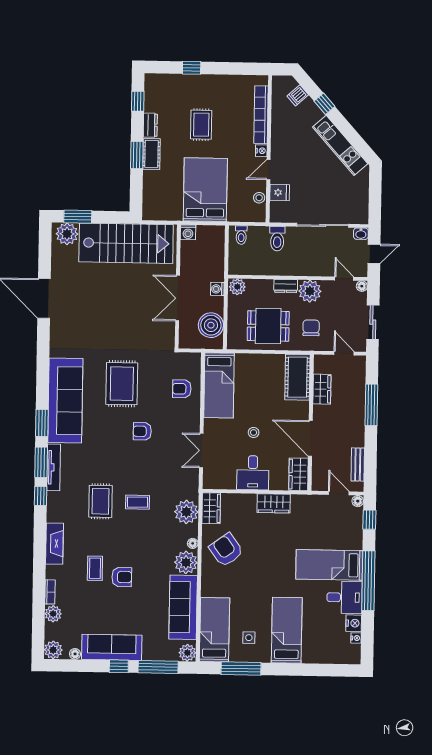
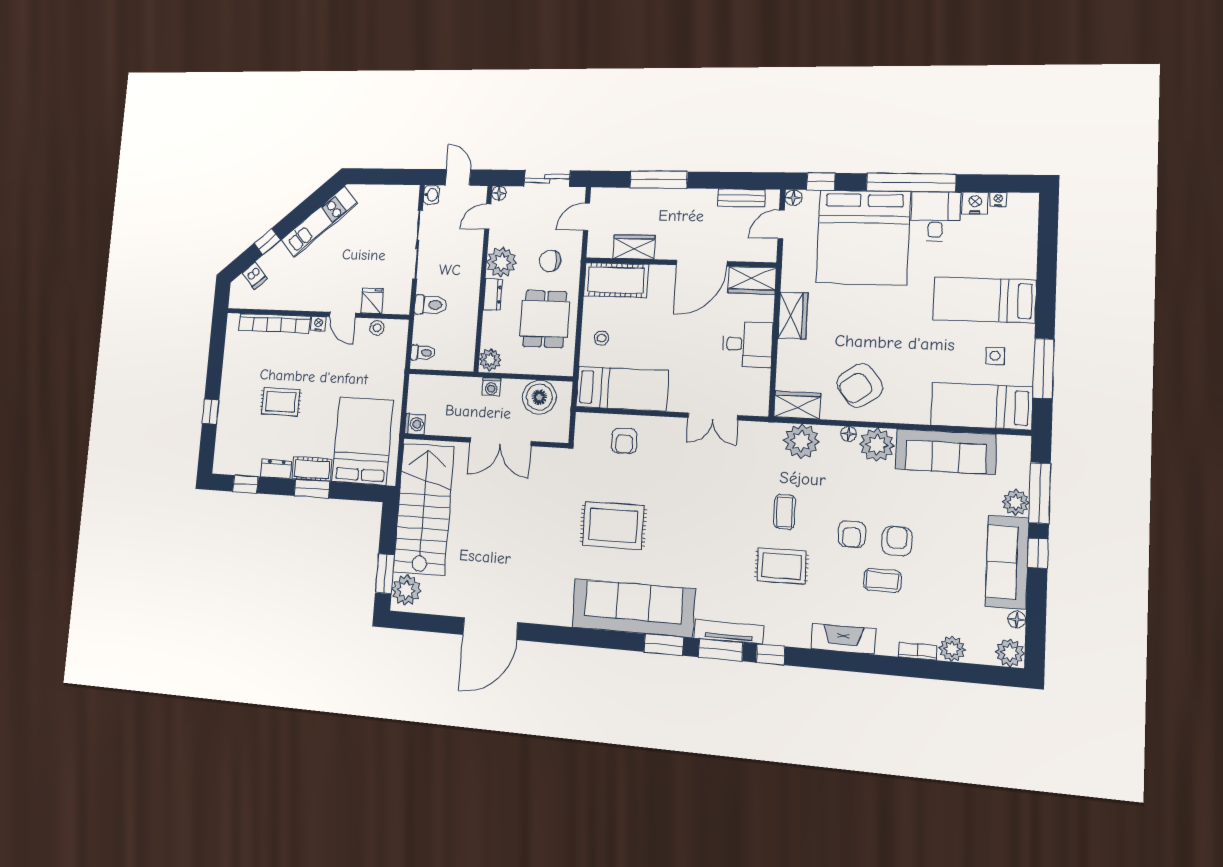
bed: (205, 190) -> (363, 441), moved, turned 90
armchair: (142, 431) -> (852, 534), moved
stool: (254, 432) -> (602, 338), moved
bed: (329, 565) -> (863, 237), width x2.04
plant: (187, 653) -> (1016, 502), moved

